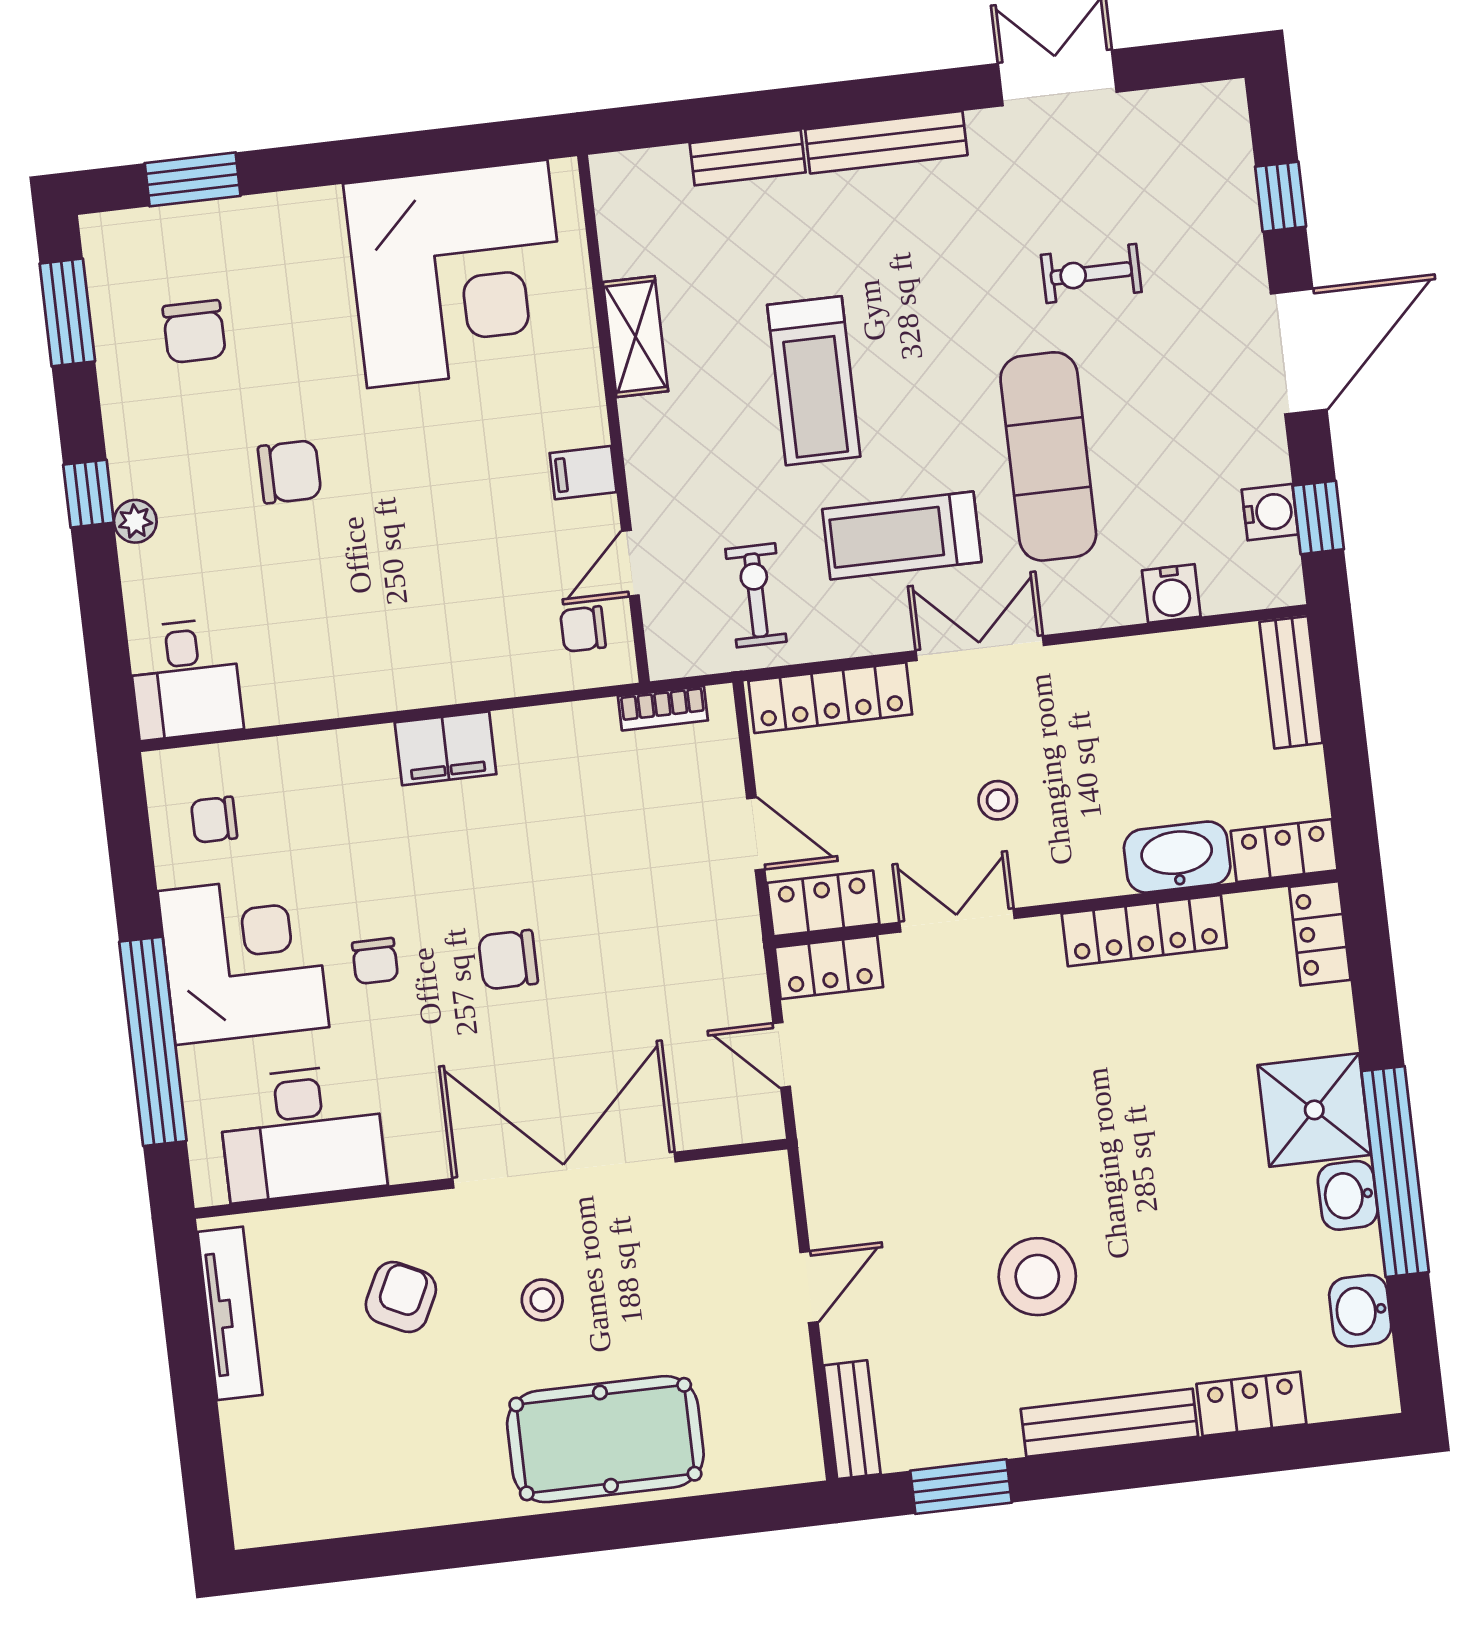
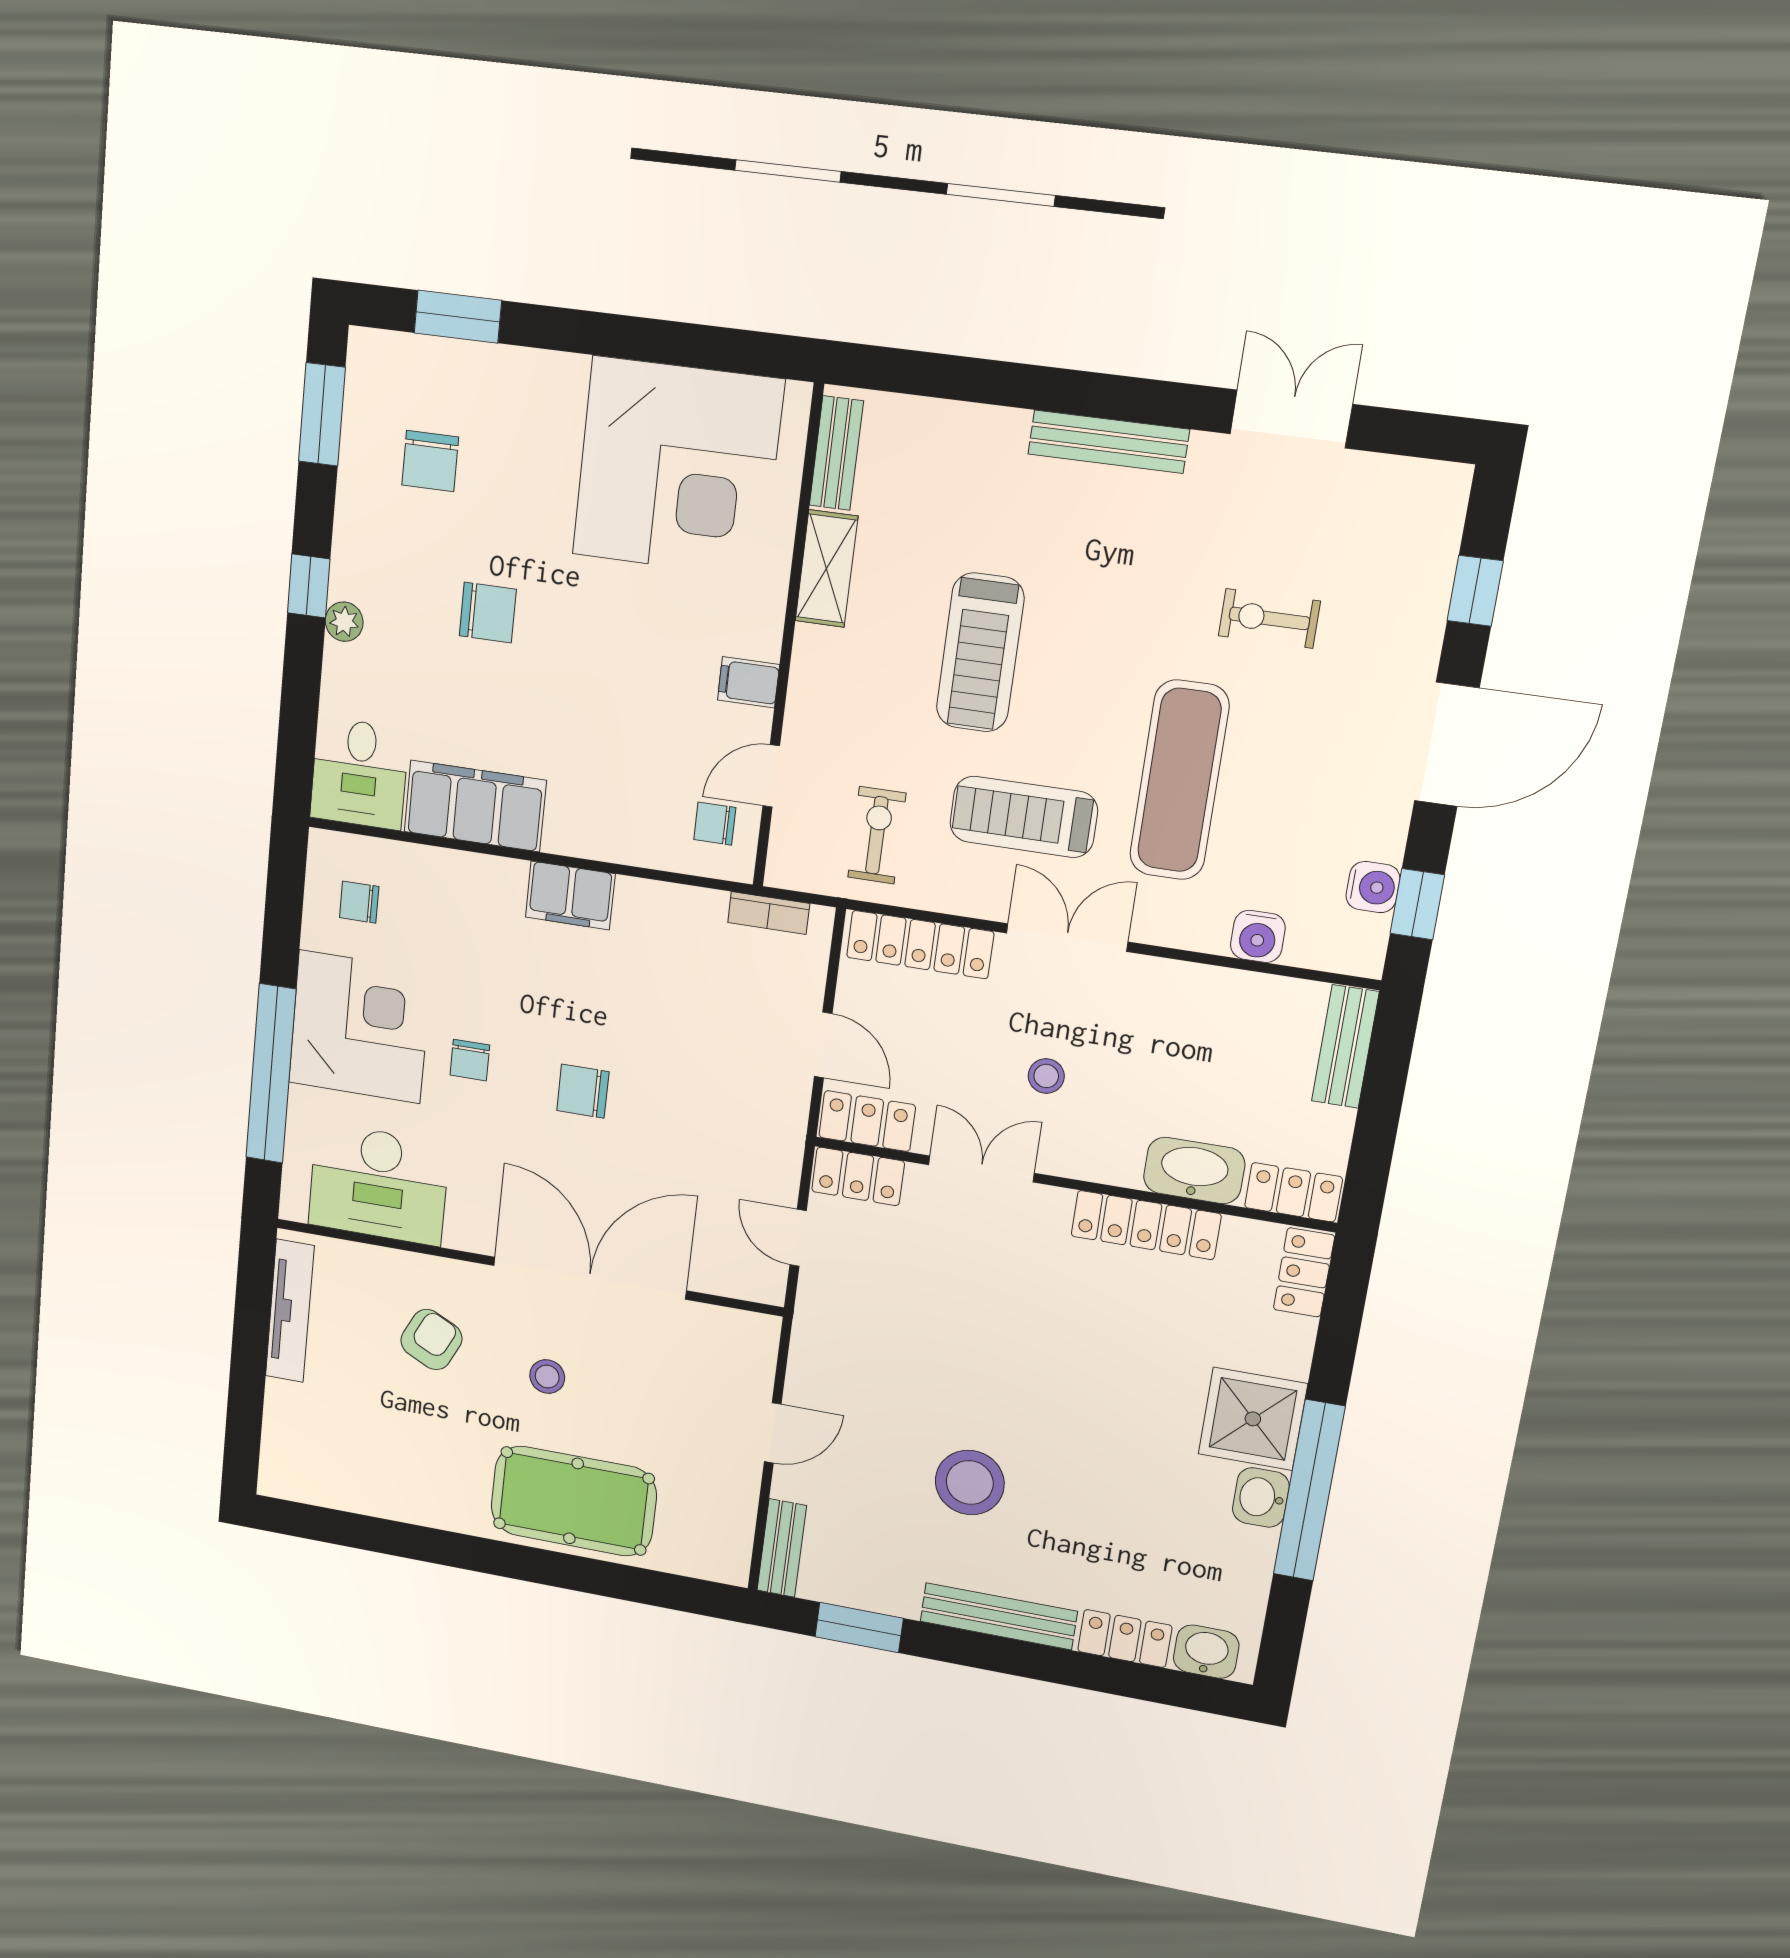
bench: (748, 158) -> (836, 453), moved, turned 90
filing cabinet: (320, 680) -> (475, 806), added
washbasin: (1360, 1311) -> (1206, 1652), moved, turned 90

